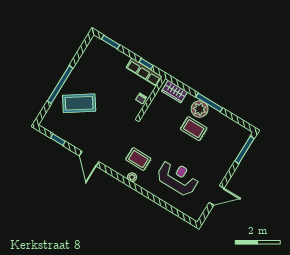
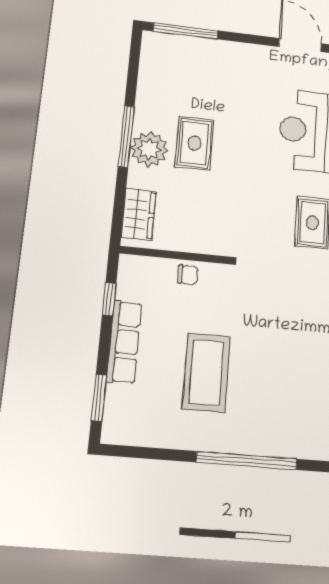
row of seats: (144, 72) -> (124, 342), moved
coffee table: (79, 103) -> (206, 372), moved, turned 34

